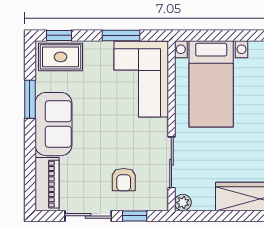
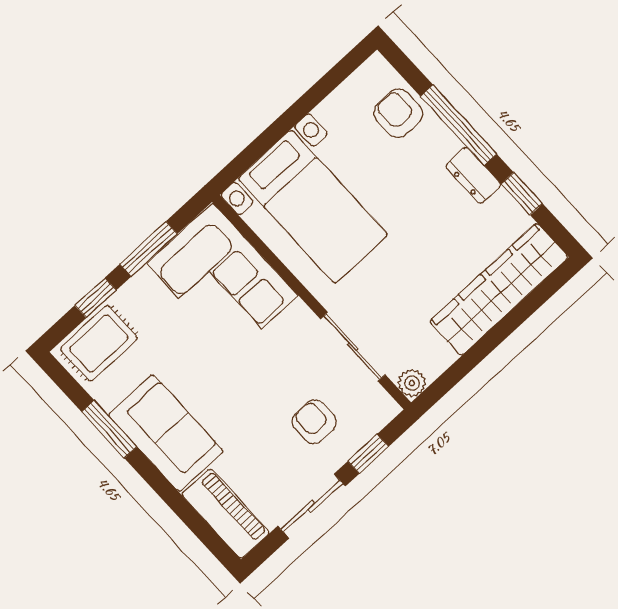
window: (59, 35) -> (96, 298), moved
armchair: (124, 180) -> (314, 422), turned 180

